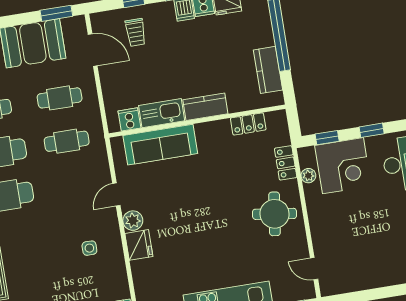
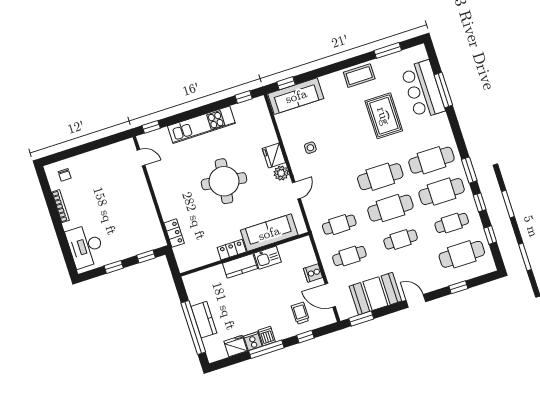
kitchen counter: (268, 70) -> (204, 320), moved
kitchen sink: (162, 113) -> (268, 258), width x0.73
cooker: (129, 119) -> (313, 273), moved, turned 90
locker: (248, 124) -> (232, 250), moved
corner desk: (343, 166) -> (131, 238), removed
plant: (308, 176) -> (156, 226), removed
round table: (275, 214) -> (224, 181), moved, width x1.36, depth x1.36

